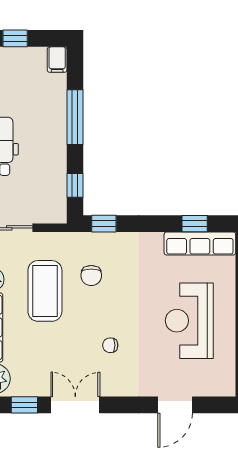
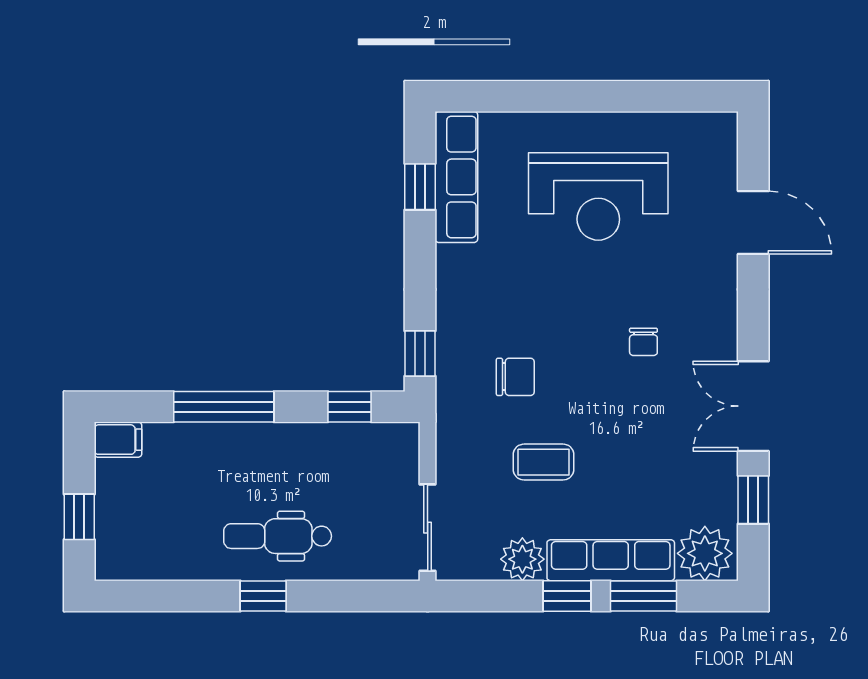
coffee table: (45, 291) -> (544, 462), width x0.54, depth x0.58

